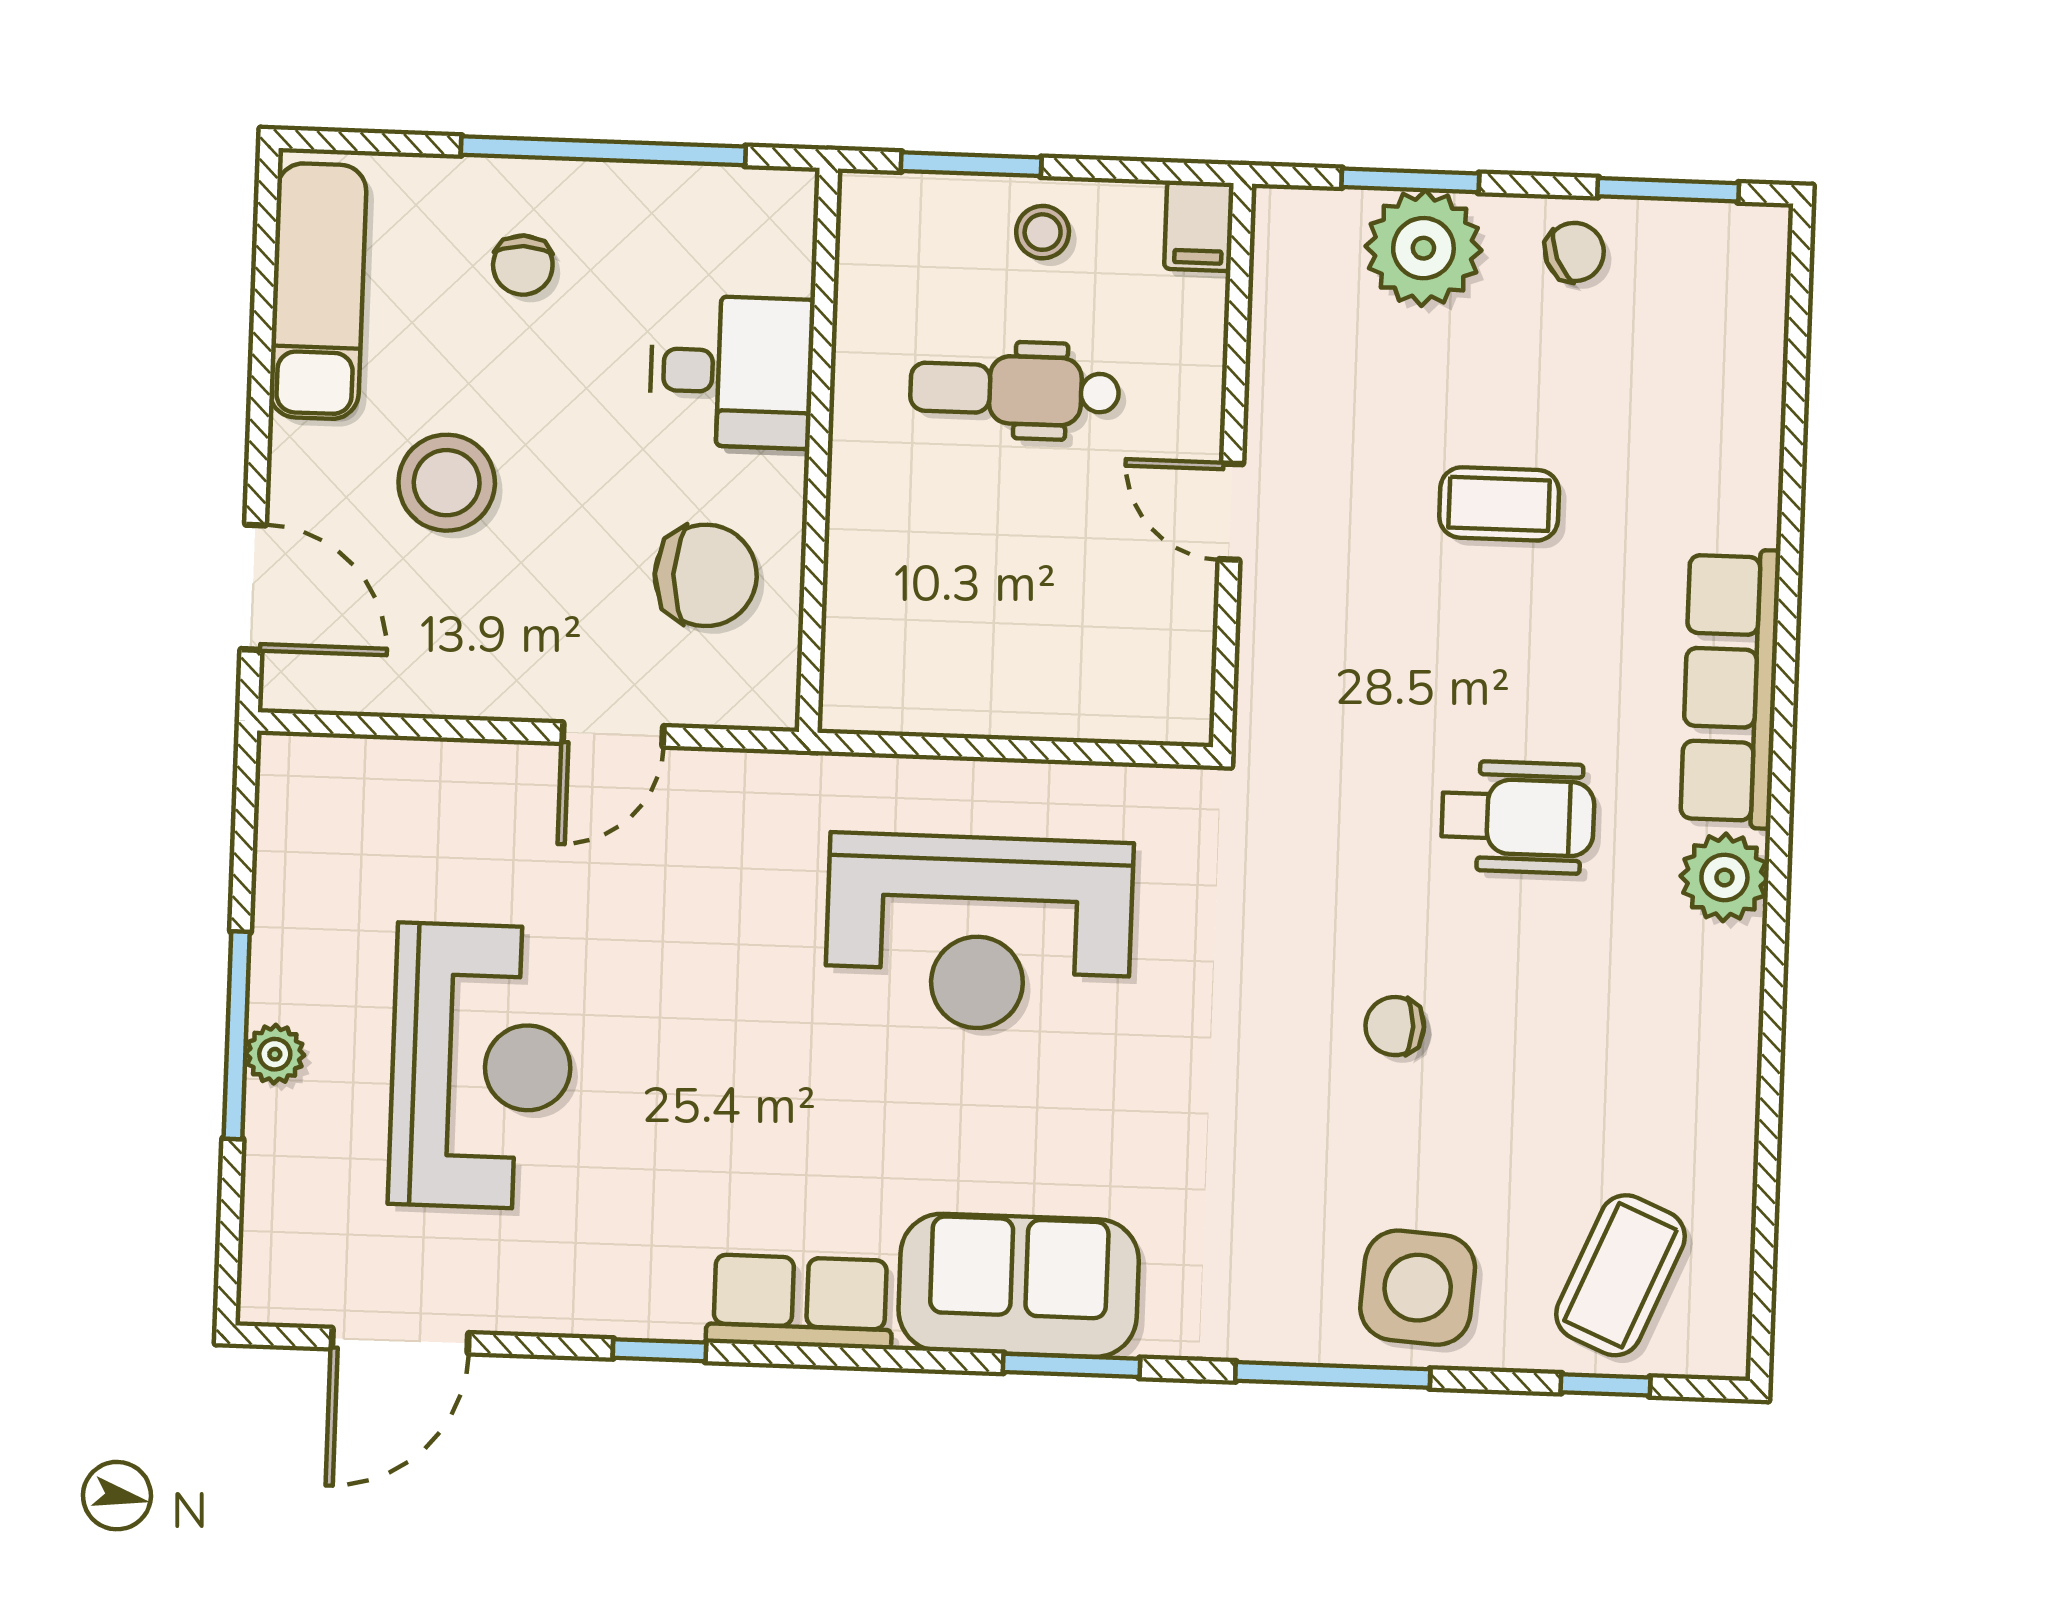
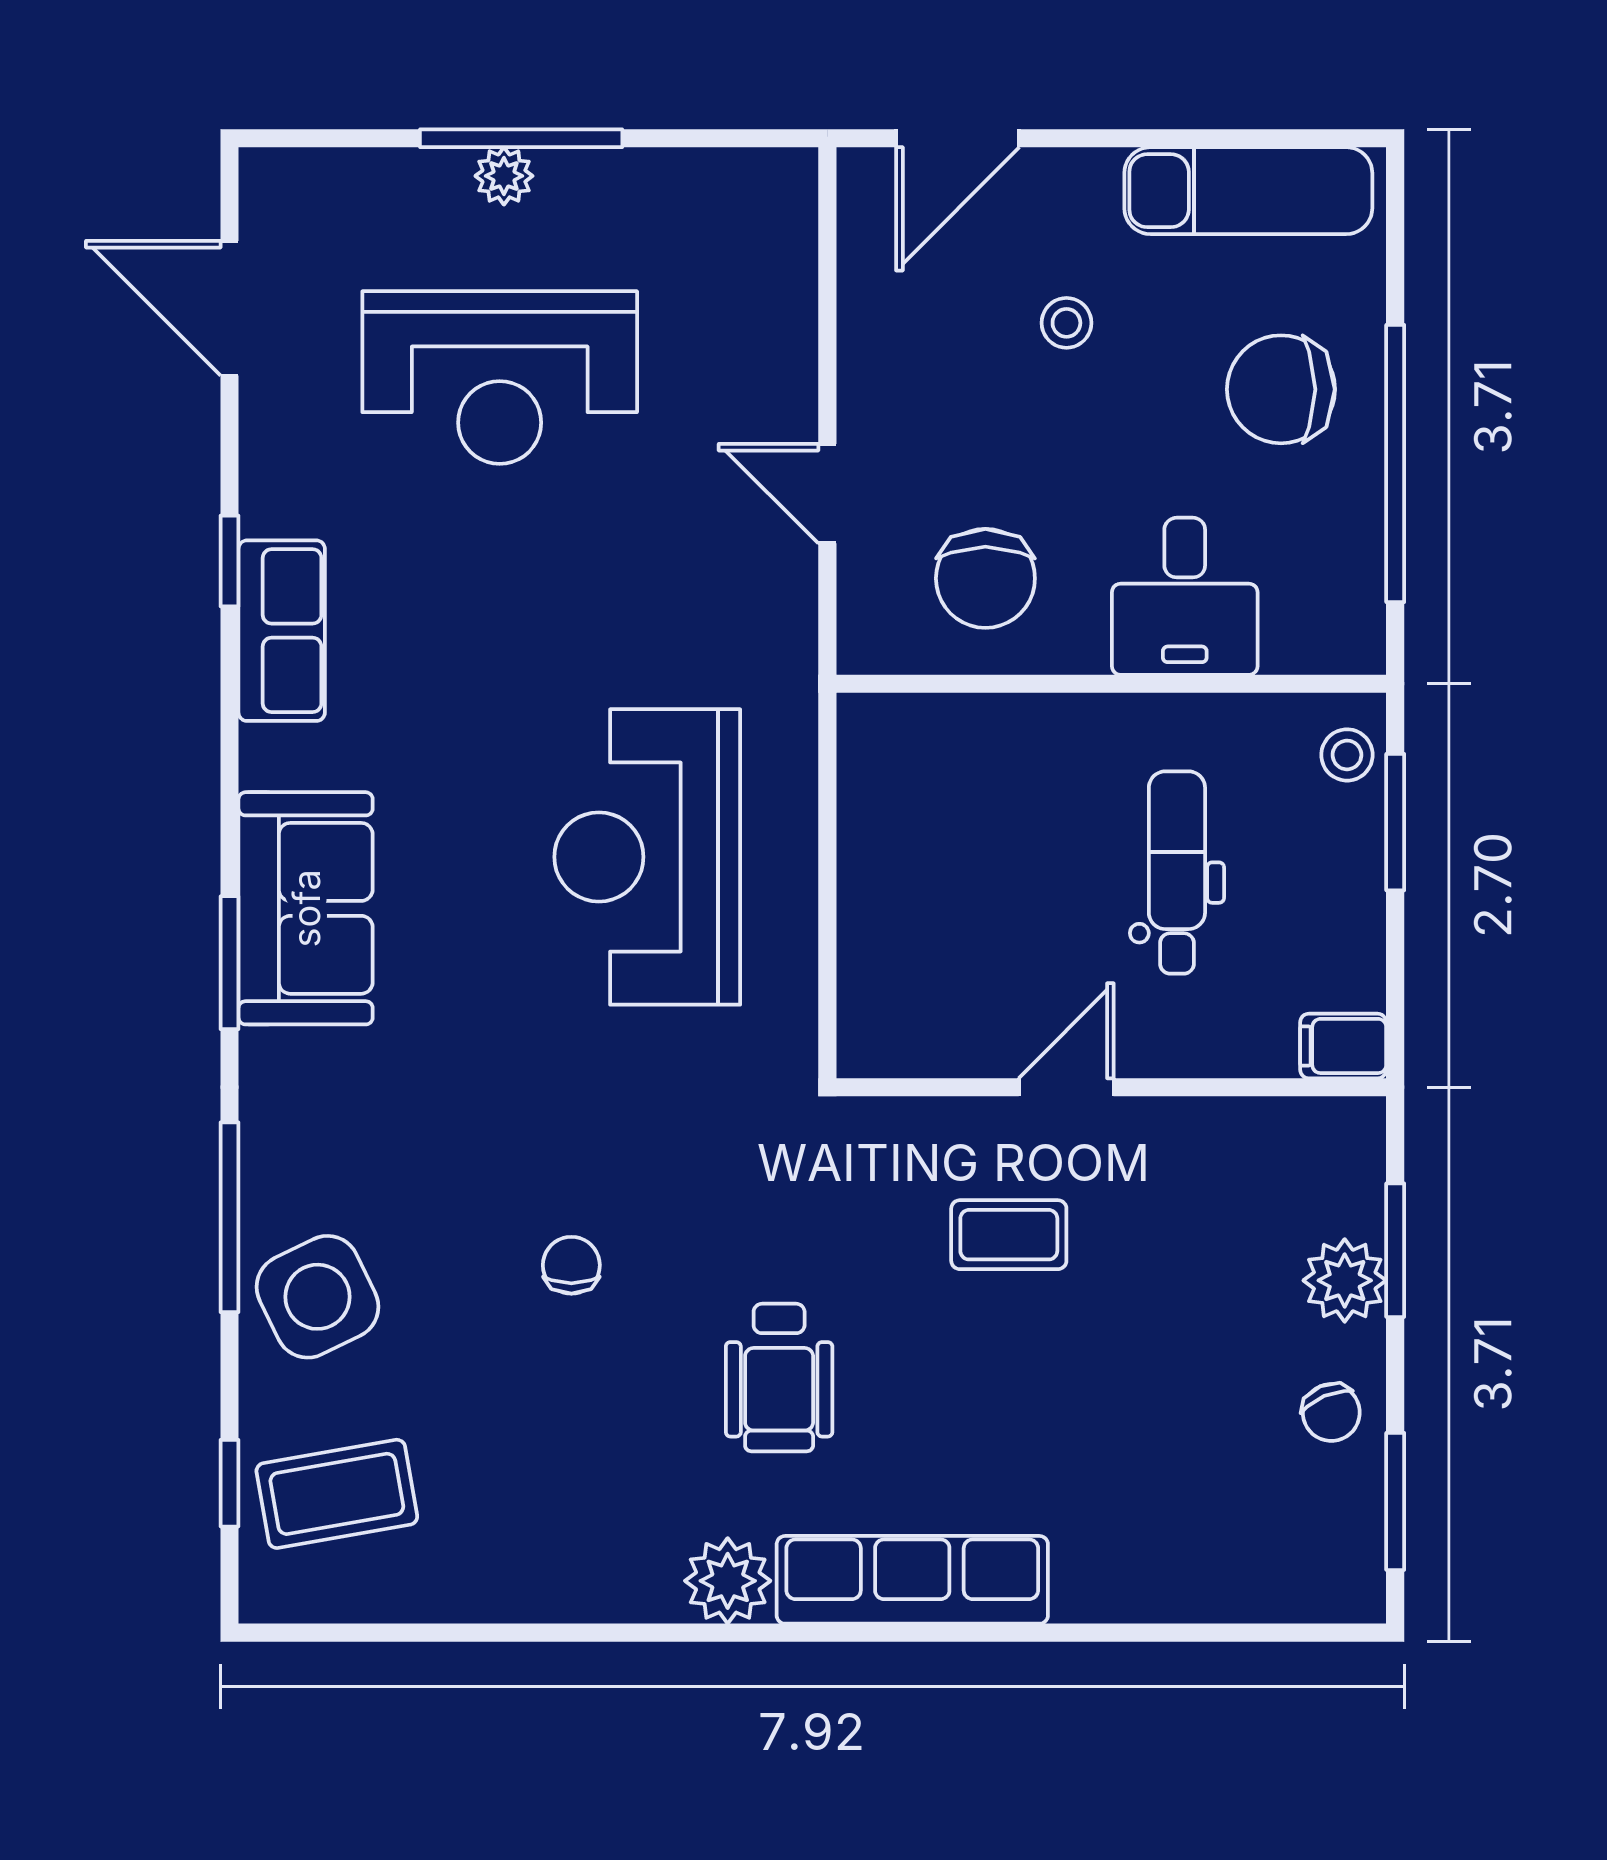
stool: (1043, 232) -> (1347, 755), moved
plant: (1423, 248) -> (1345, 1280), width x0.73, depth x0.73
chair: (523, 265) -> (1281, 389), width x1.87, depth x1.87
stool: (447, 483) -> (1066, 323), width x0.53, depth x0.53
coffee table: (1499, 504) -> (1009, 1235), moved, turned 90
coffee table: (1621, 1275) -> (337, 1494), turned -33
side table: (1418, 1288) -> (318, 1297), turned -30
row of seats: (800, 1302) -> (282, 631), moved

